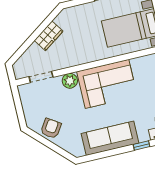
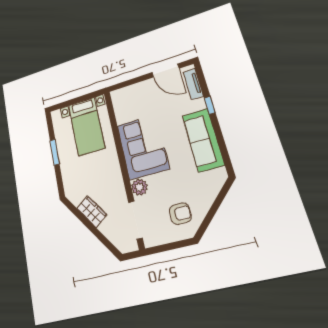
doorway: (41, 77) -> (135, 220), width x1.38
armchair: (51, 128) -> (180, 214), moved, turned 147

